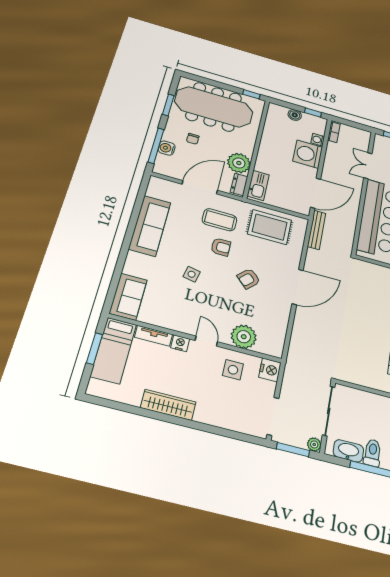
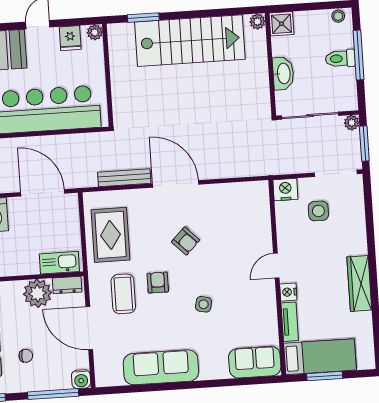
water cooler: (167, 148) -> (81, 379), moved
bench: (317, 230) -> (124, 178), moved
plant: (244, 337) -> (257, 228), removed
side table: (233, 370) -> (318, 211), moved
washbasin: (348, 451) -> (283, 74), moved, turned 180

